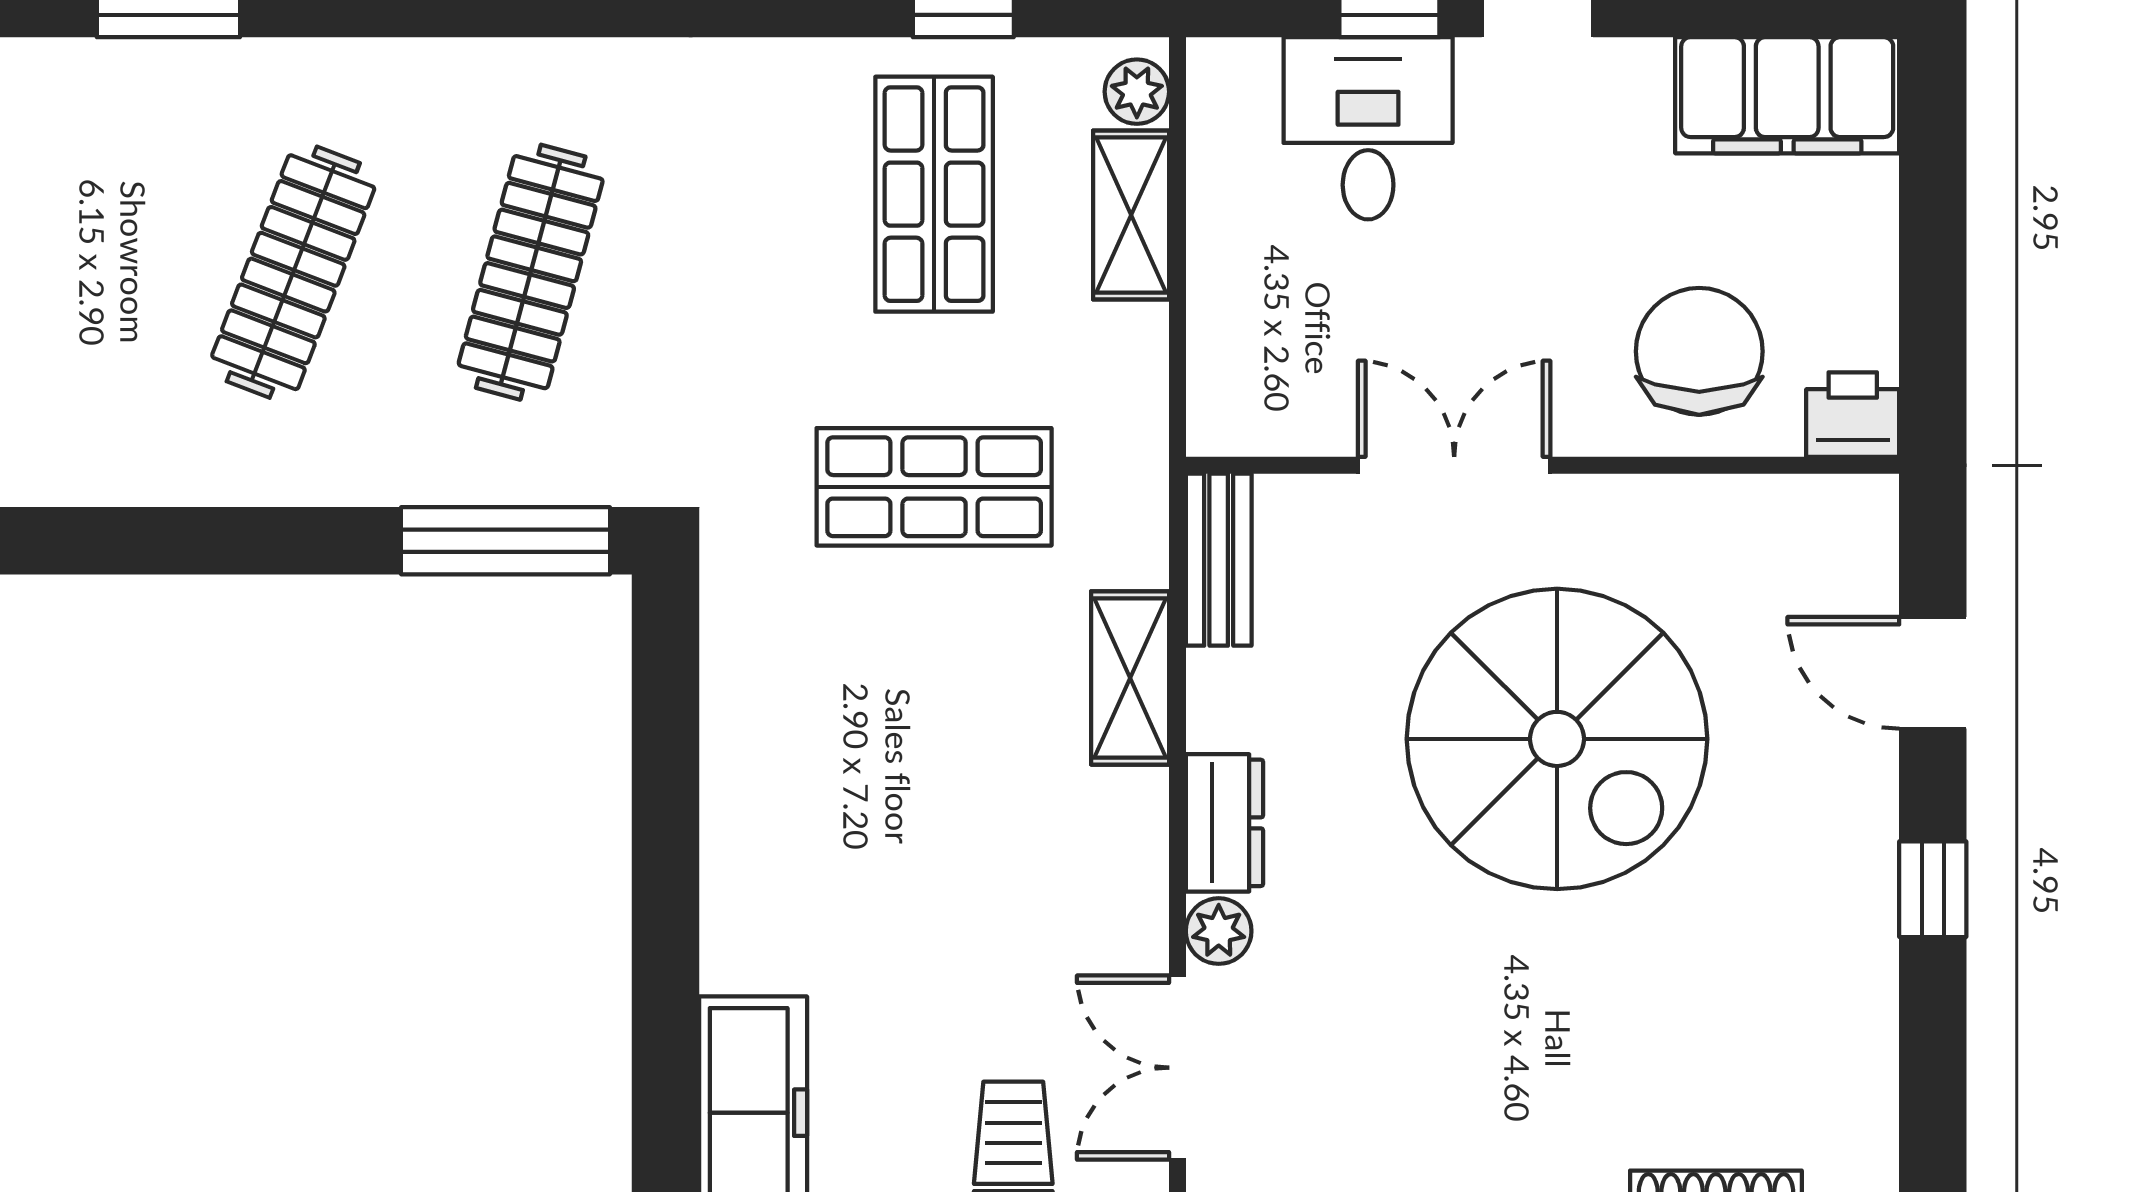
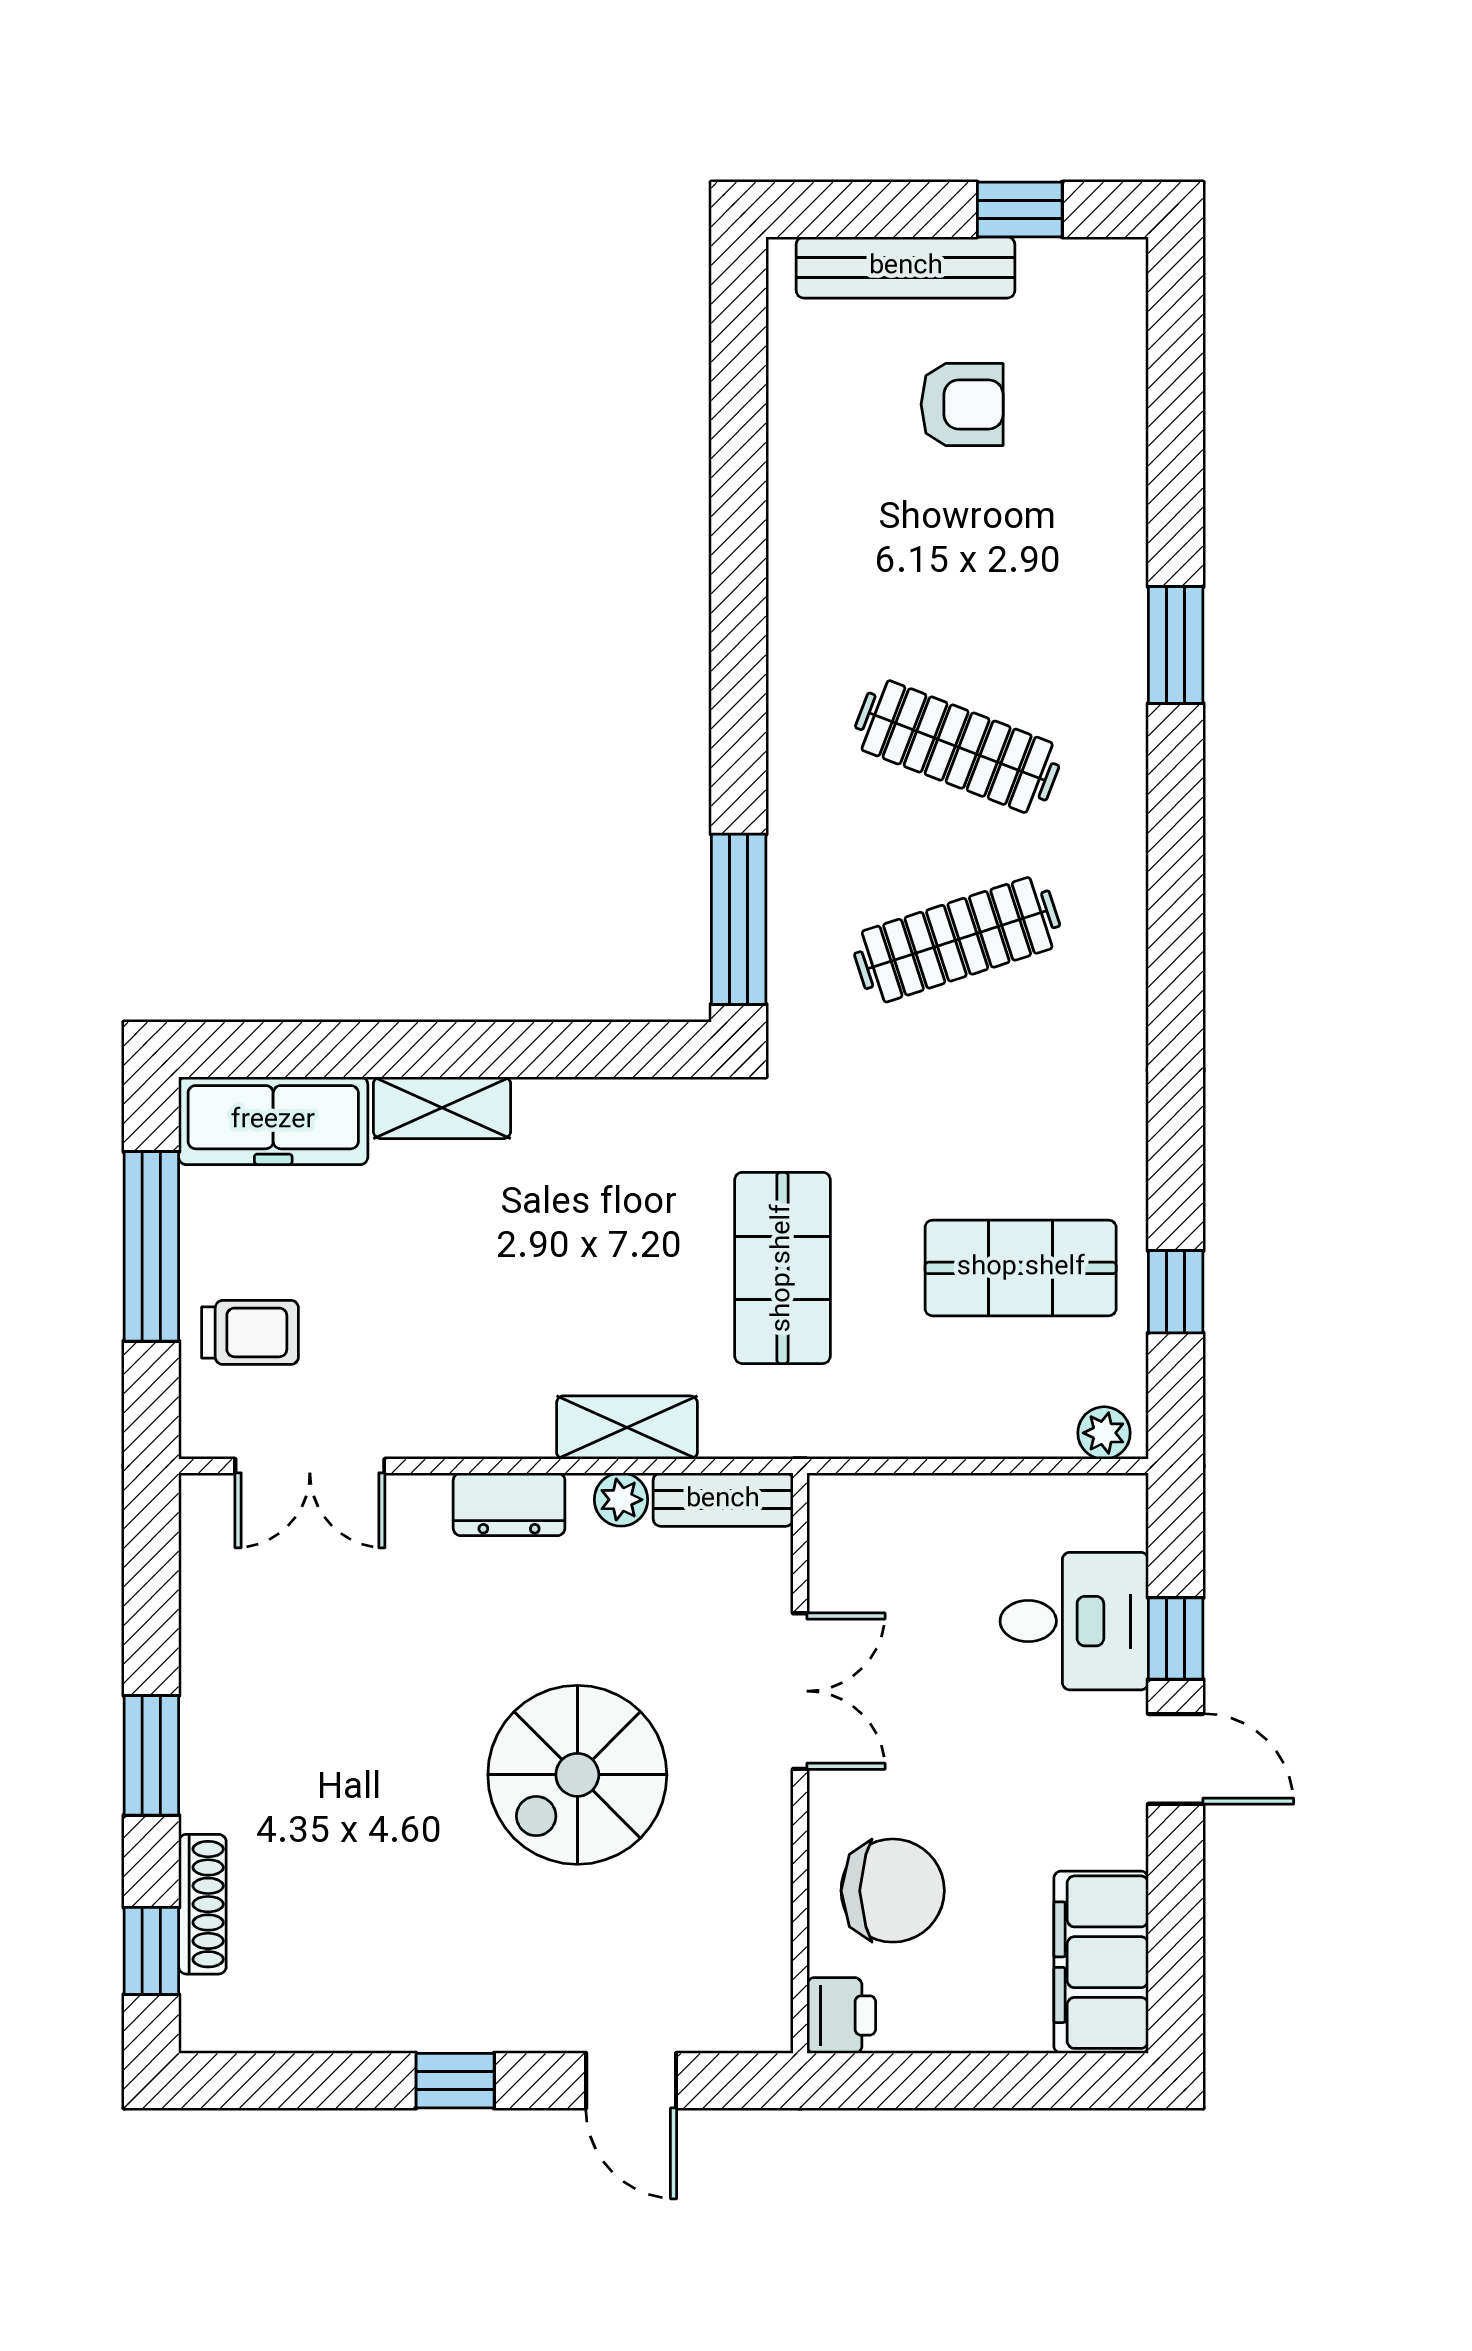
shelving: (1131, 215) -> (442, 1108), moved
clothes rail: (531, 272) -> (957, 940), turned -33
door: (1933, 673) -> (631, 2081), swing flipped
spiral stairs: (1557, 739) -> (577, 1775), width x0.73, depth x0.73
plant: (1219, 931) -> (621, 1500), moved
double door: (1177, 1068) -> (310, 1466), swing flipped

